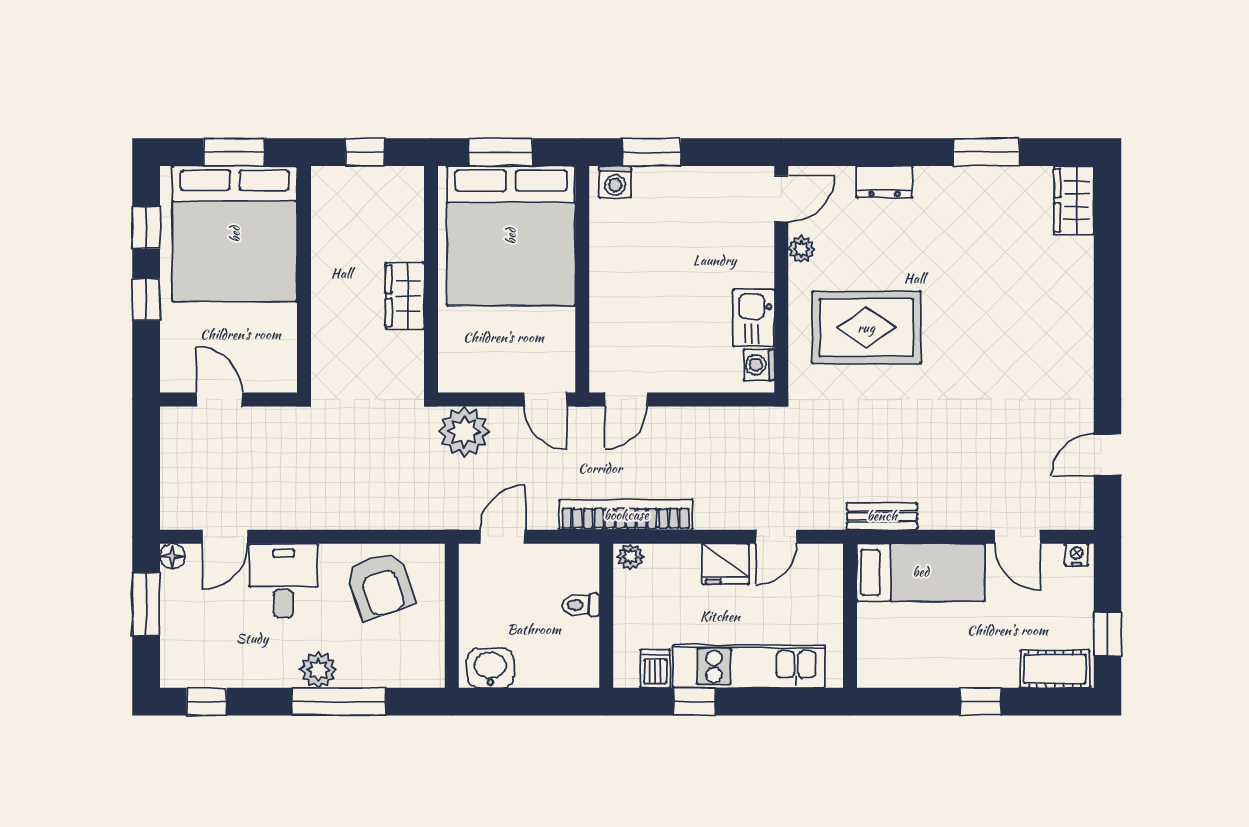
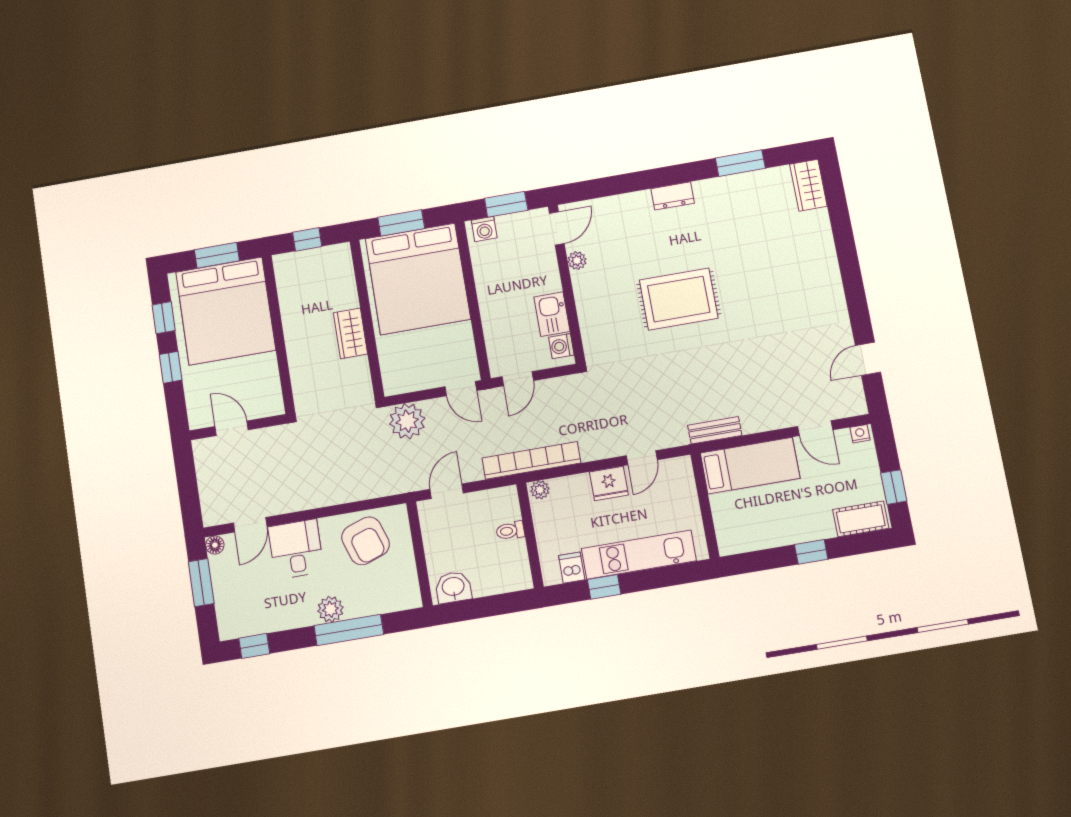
door: (781, 199) -> (557, 228), moved
plant: (801, 249) -> (577, 261), moved
wall: (781, 279) -> (567, 284), moved
kitchen sink: (754, 318) -> (552, 314), moved
washing machine: (759, 365) -> (561, 346), moved

